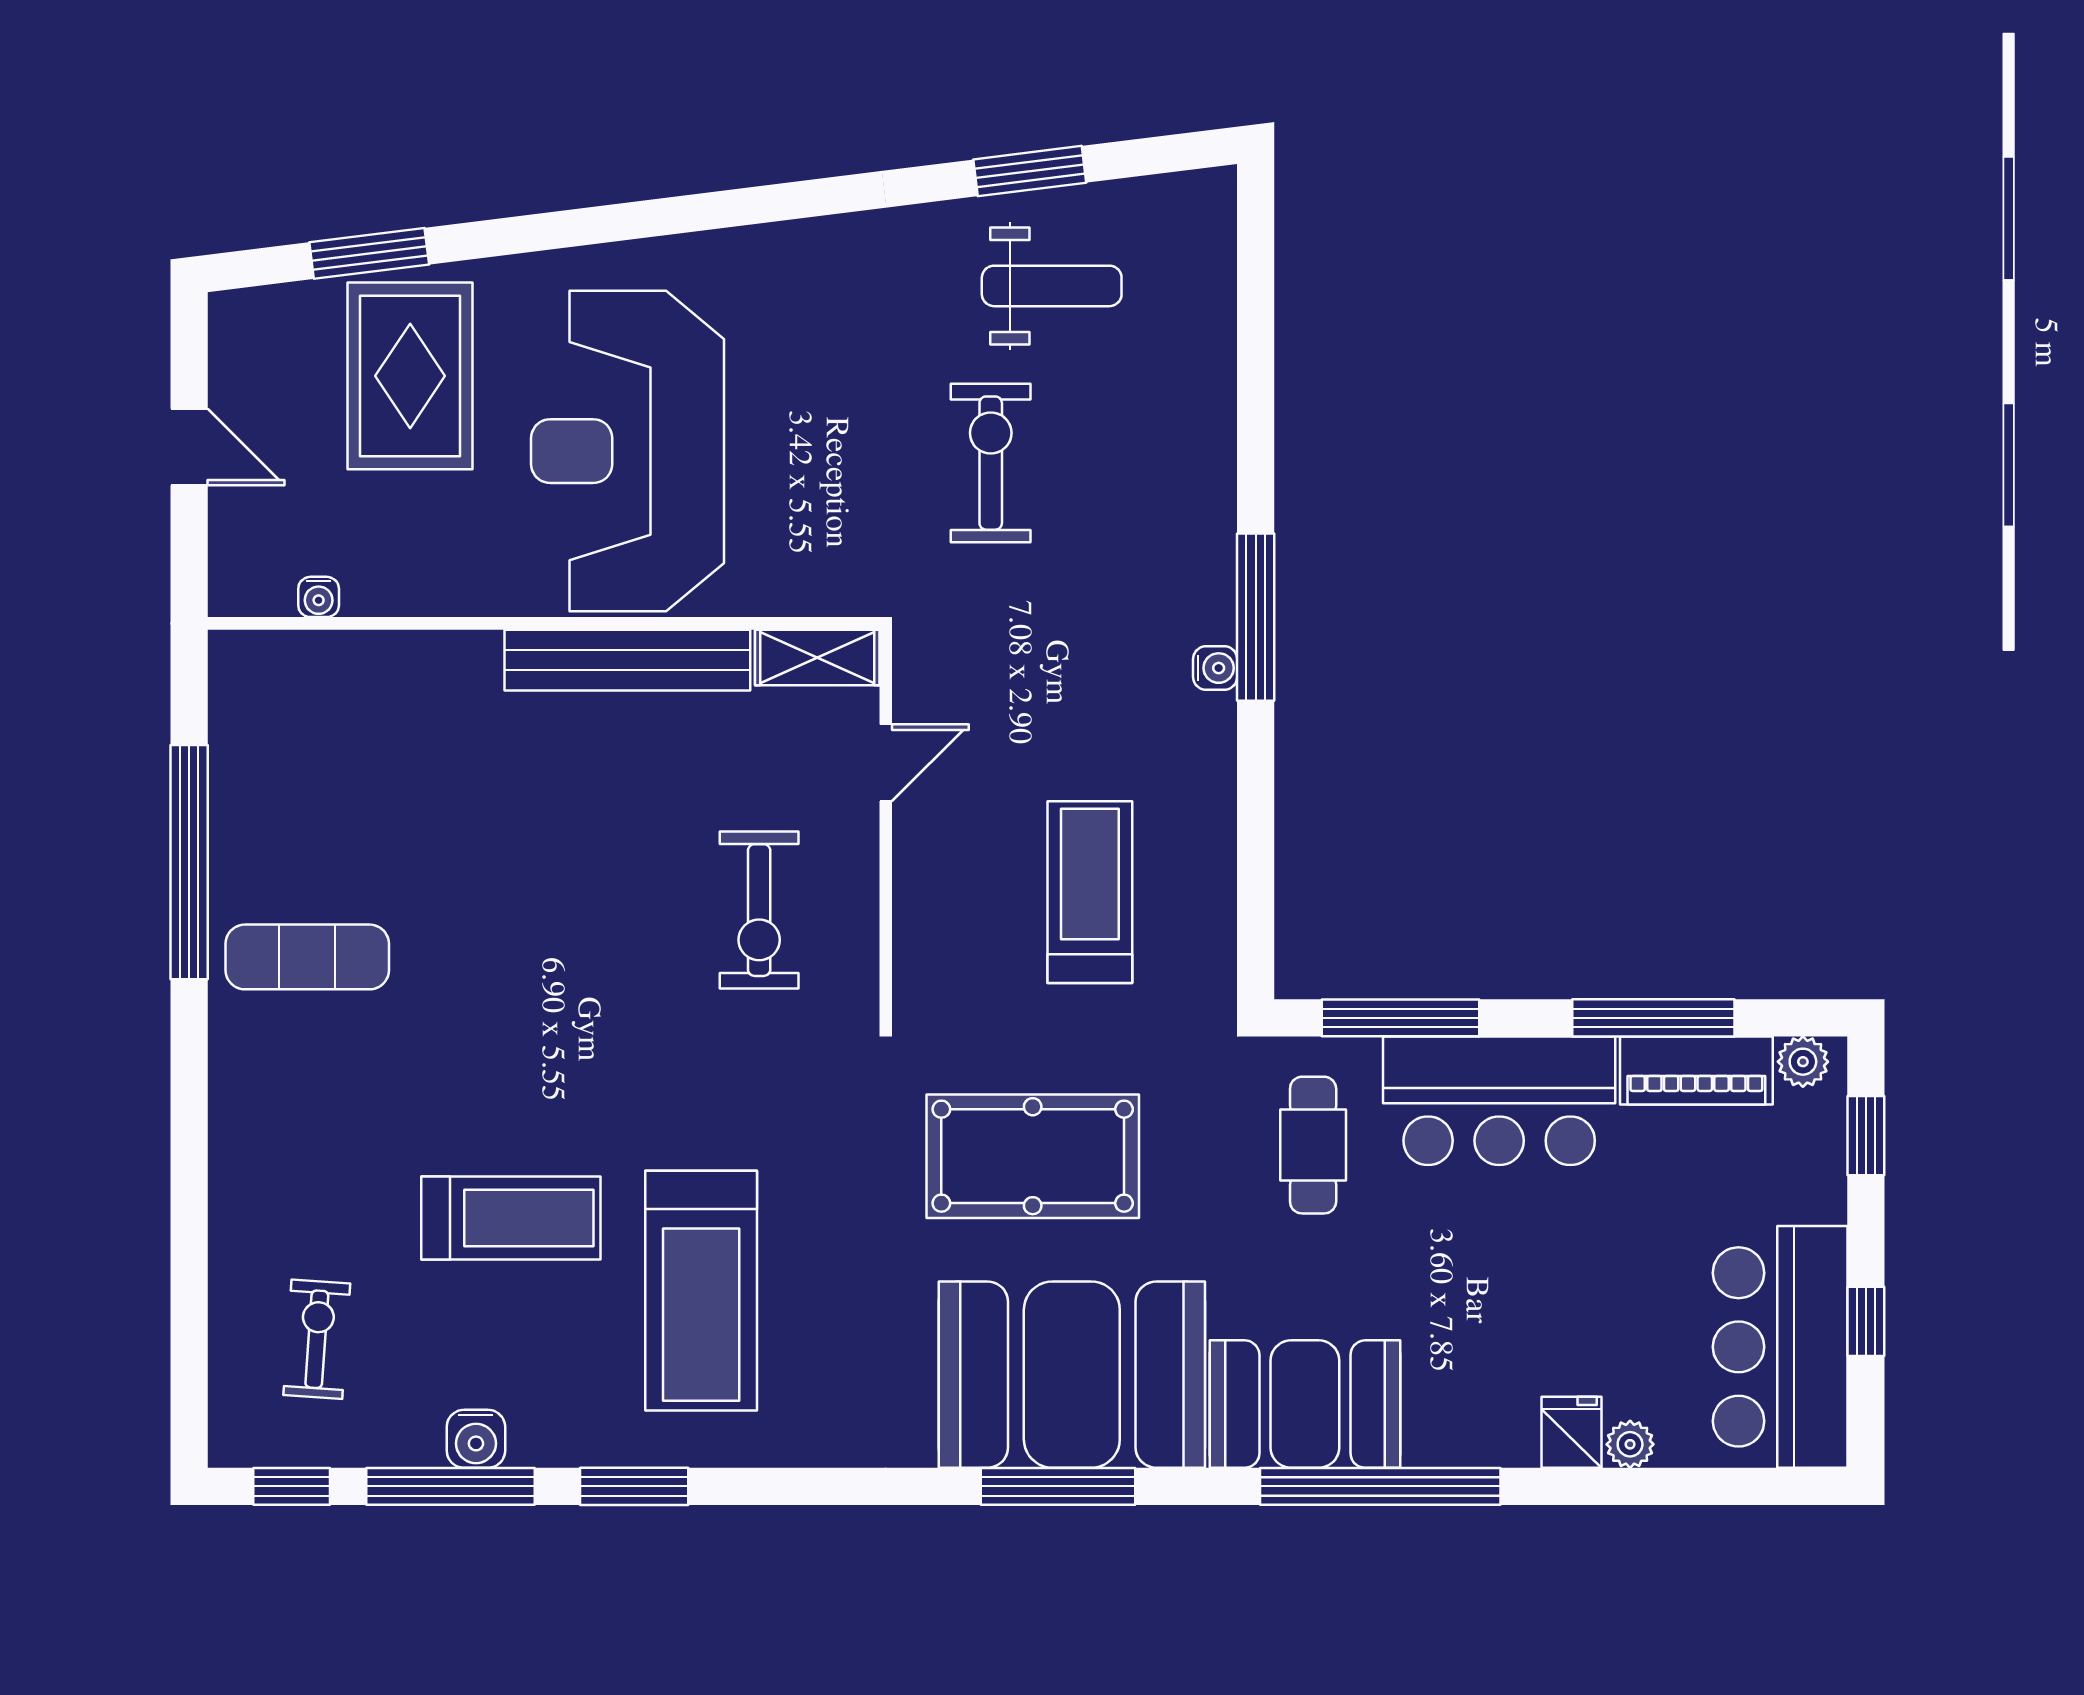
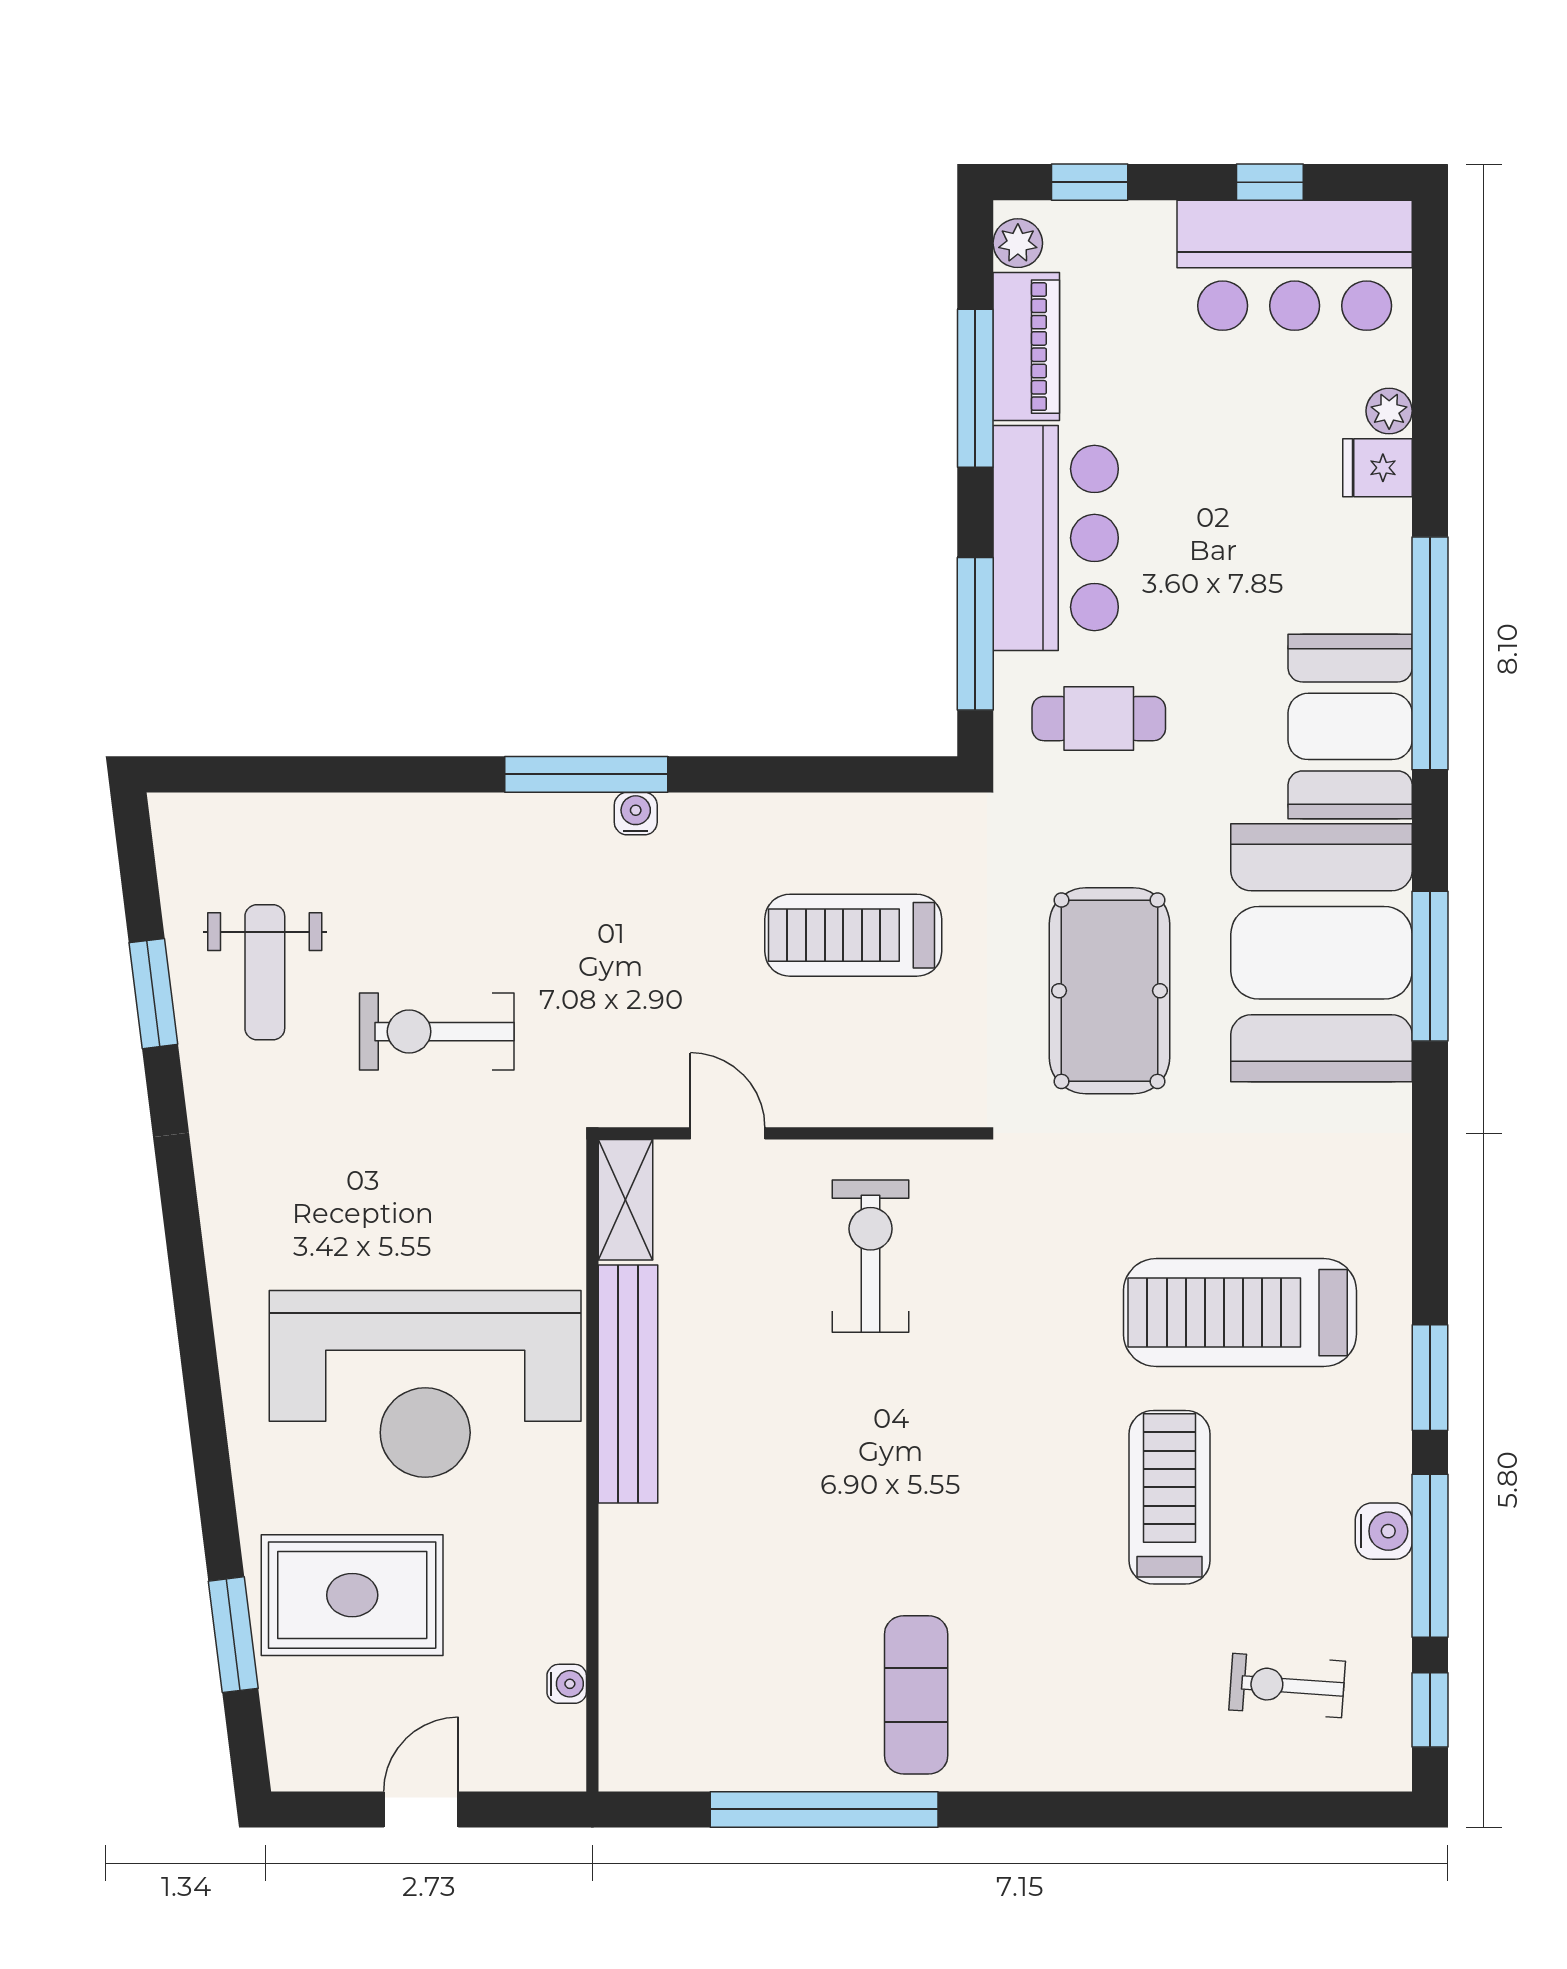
weight bench: (1052, 286) -> (265, 972), turned 180
exercise bike: (759, 910) -> (871, 1256), turned -90
treadmill: (701, 1291) -> (1240, 1313), turned 180

